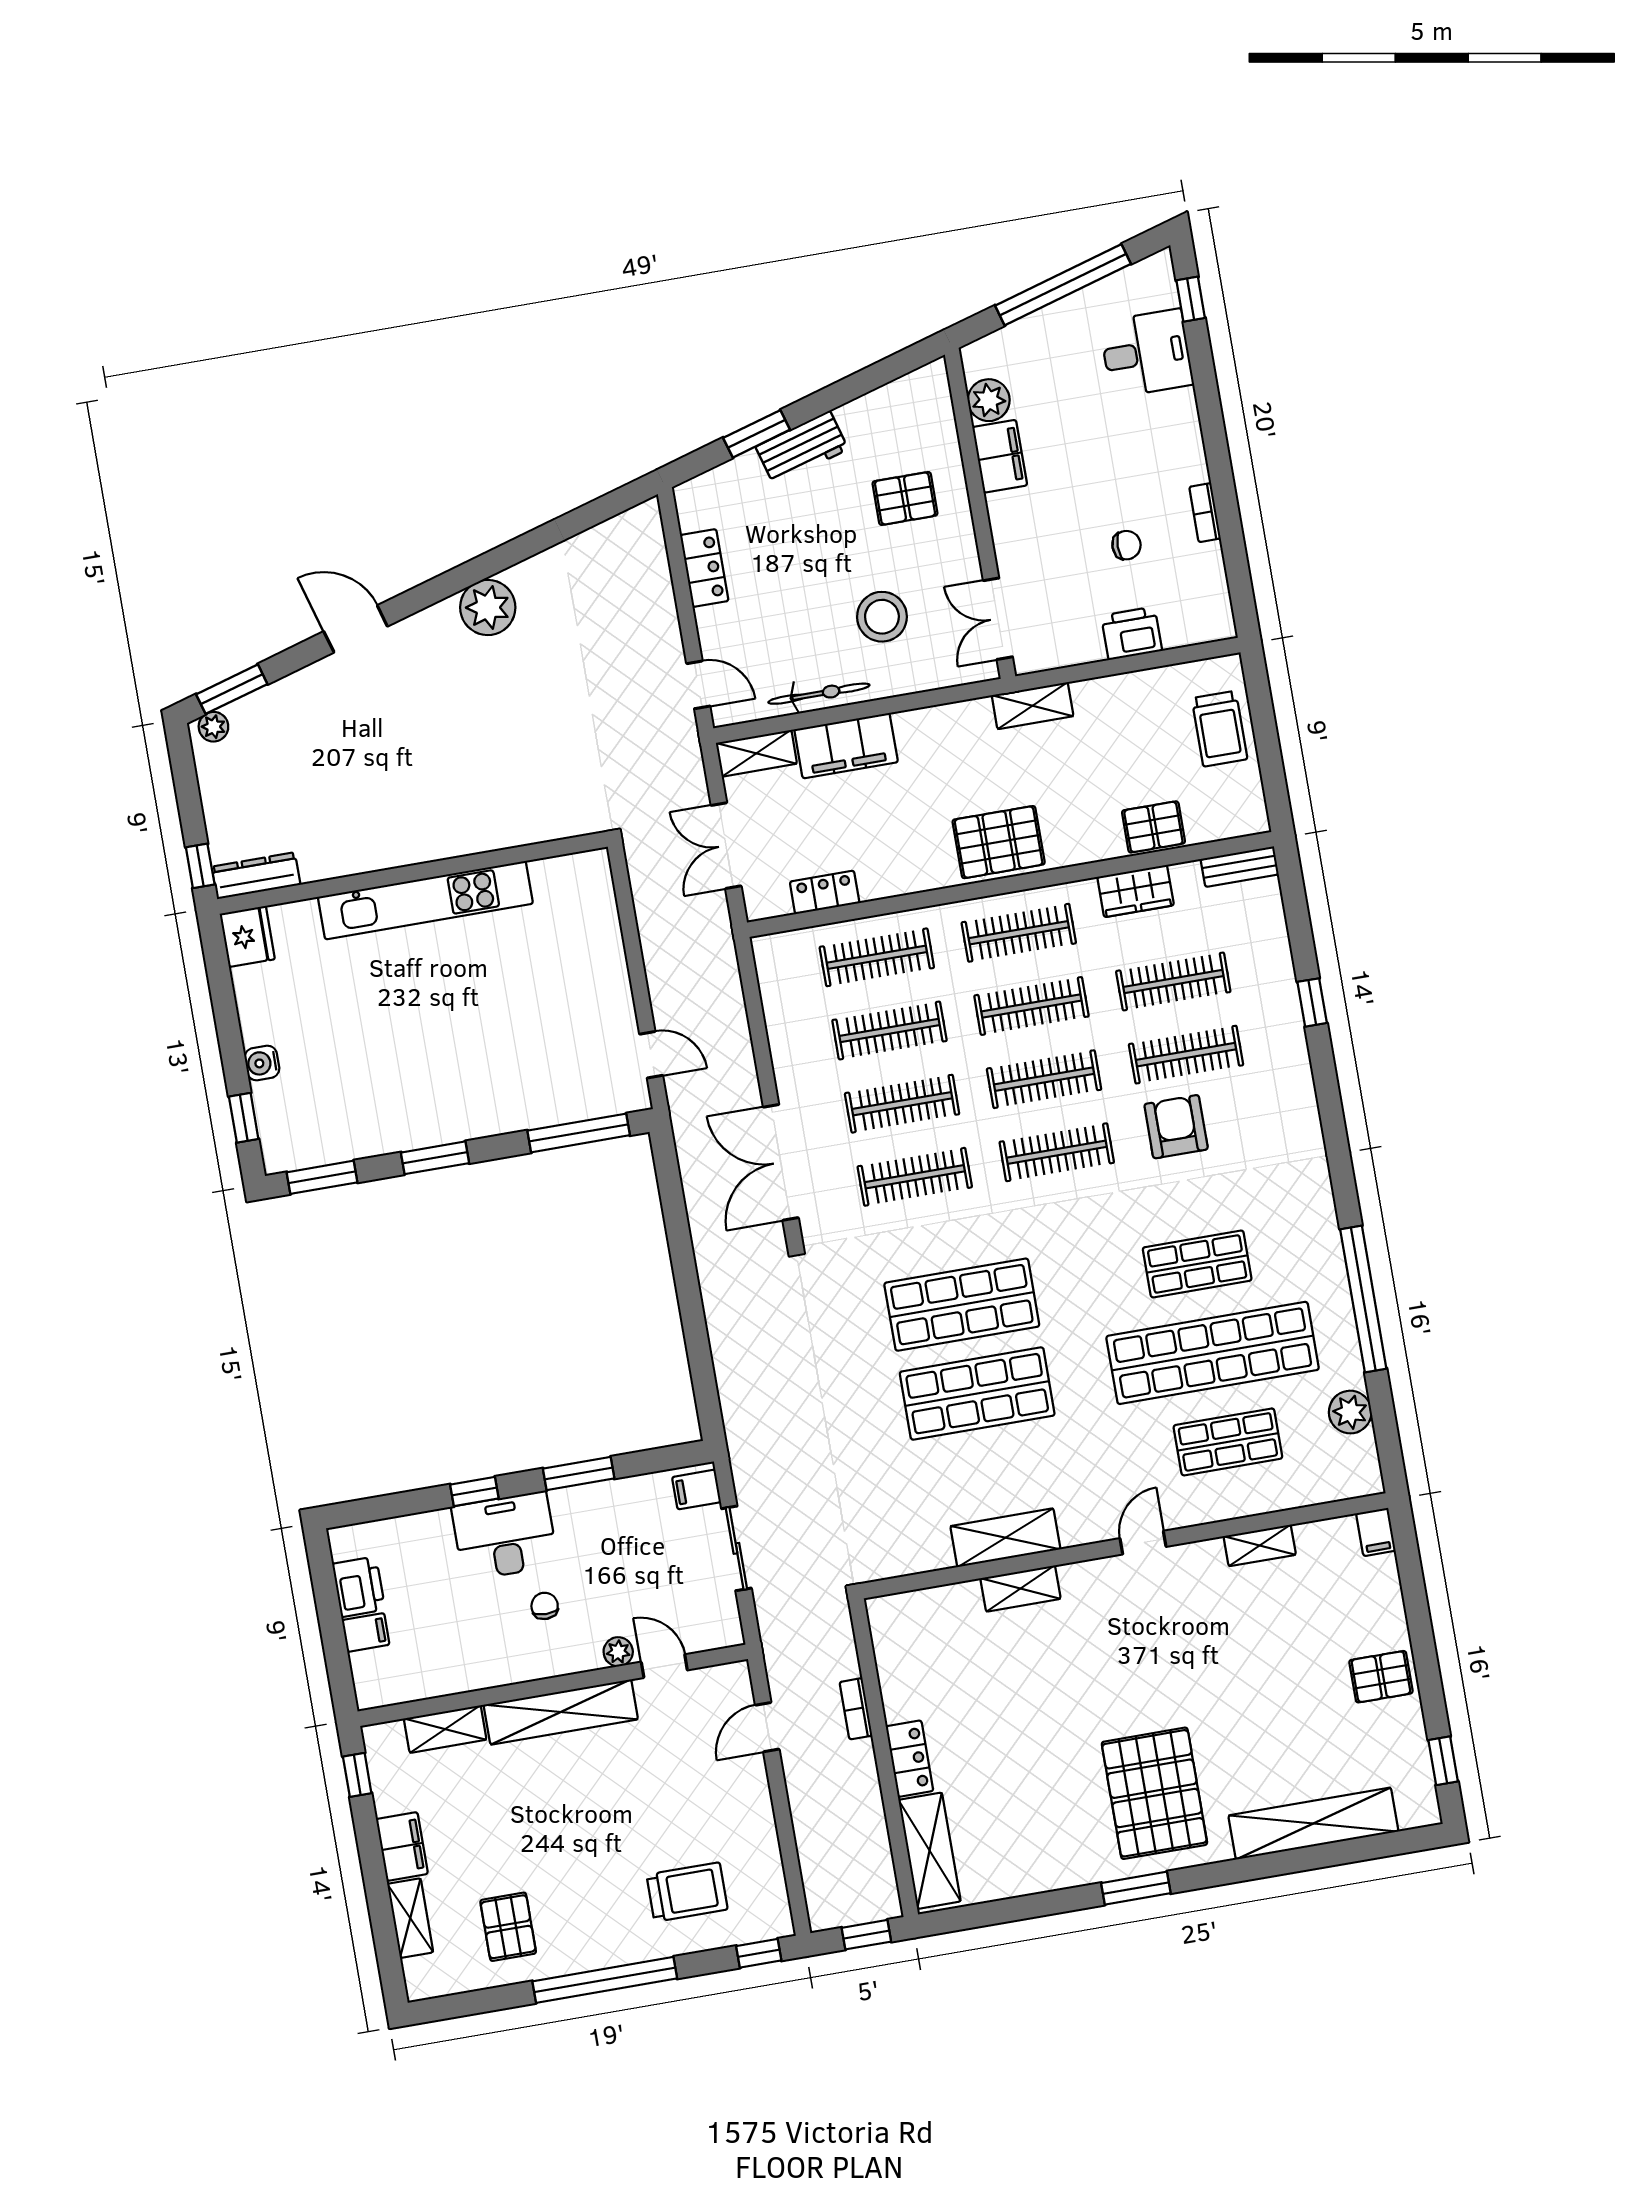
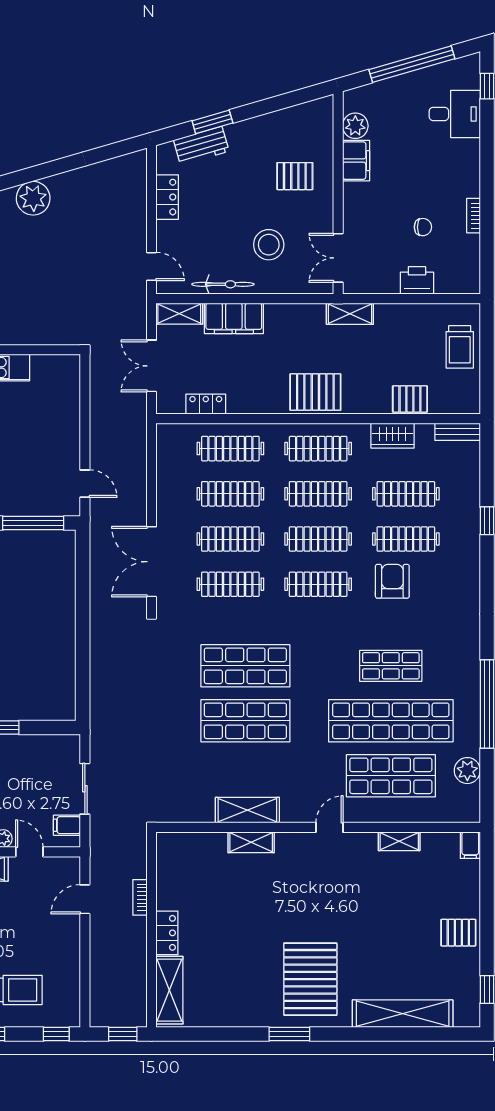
workbench: (802, 448) -> (201, 146), moved
shop shelf: (1228, 1442) -> (391, 776), width x1.43, depth x1.36
filing cabinet: (696, 1490) -> (67, 825), moved

